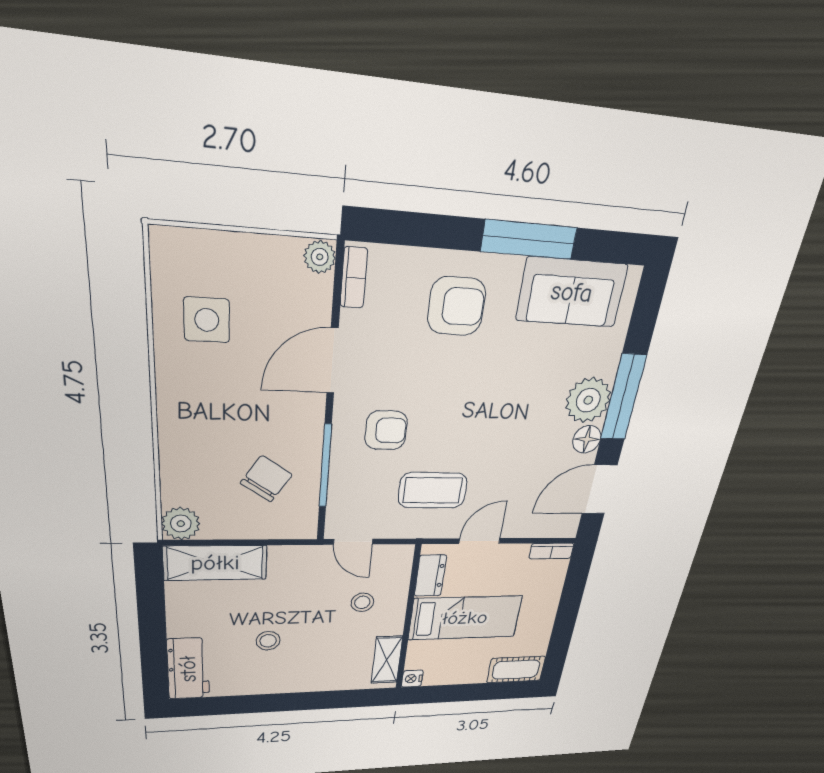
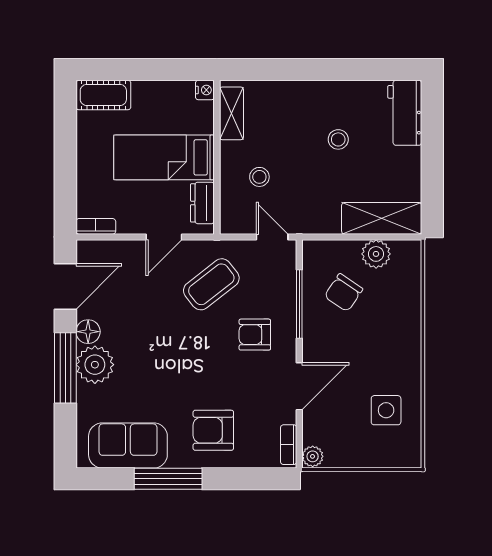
coffee table: (433, 490) -> (211, 284), turned -38
plant: (181, 524) -> (376, 254), moved

